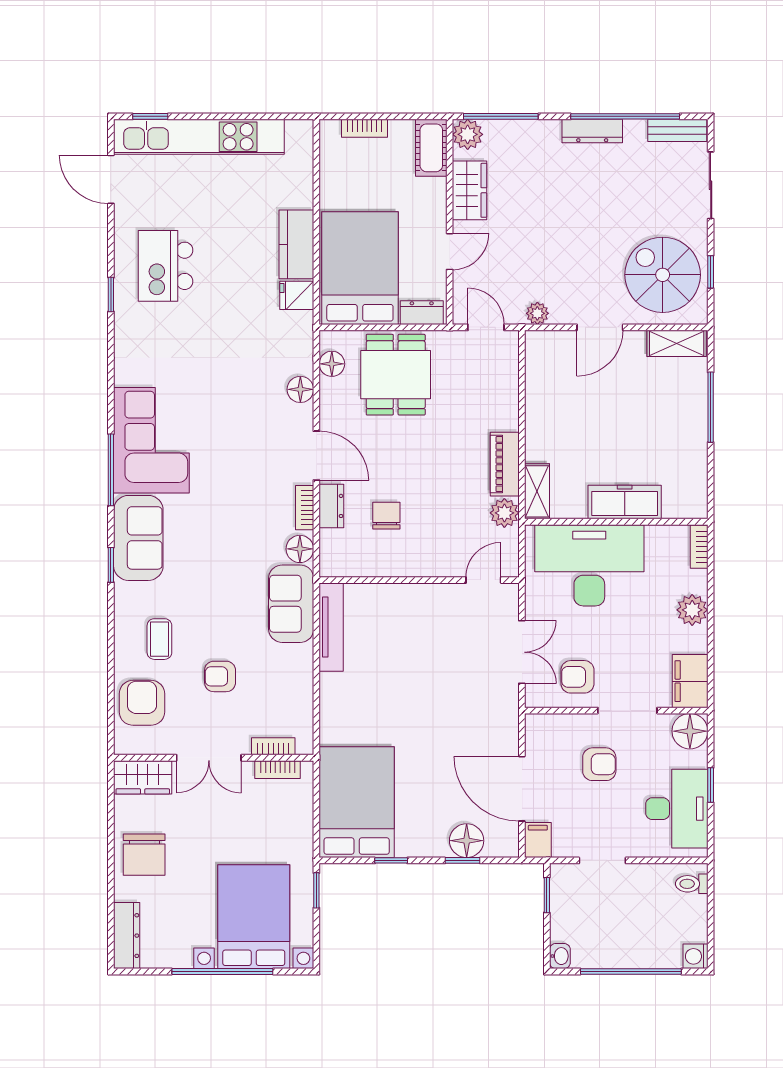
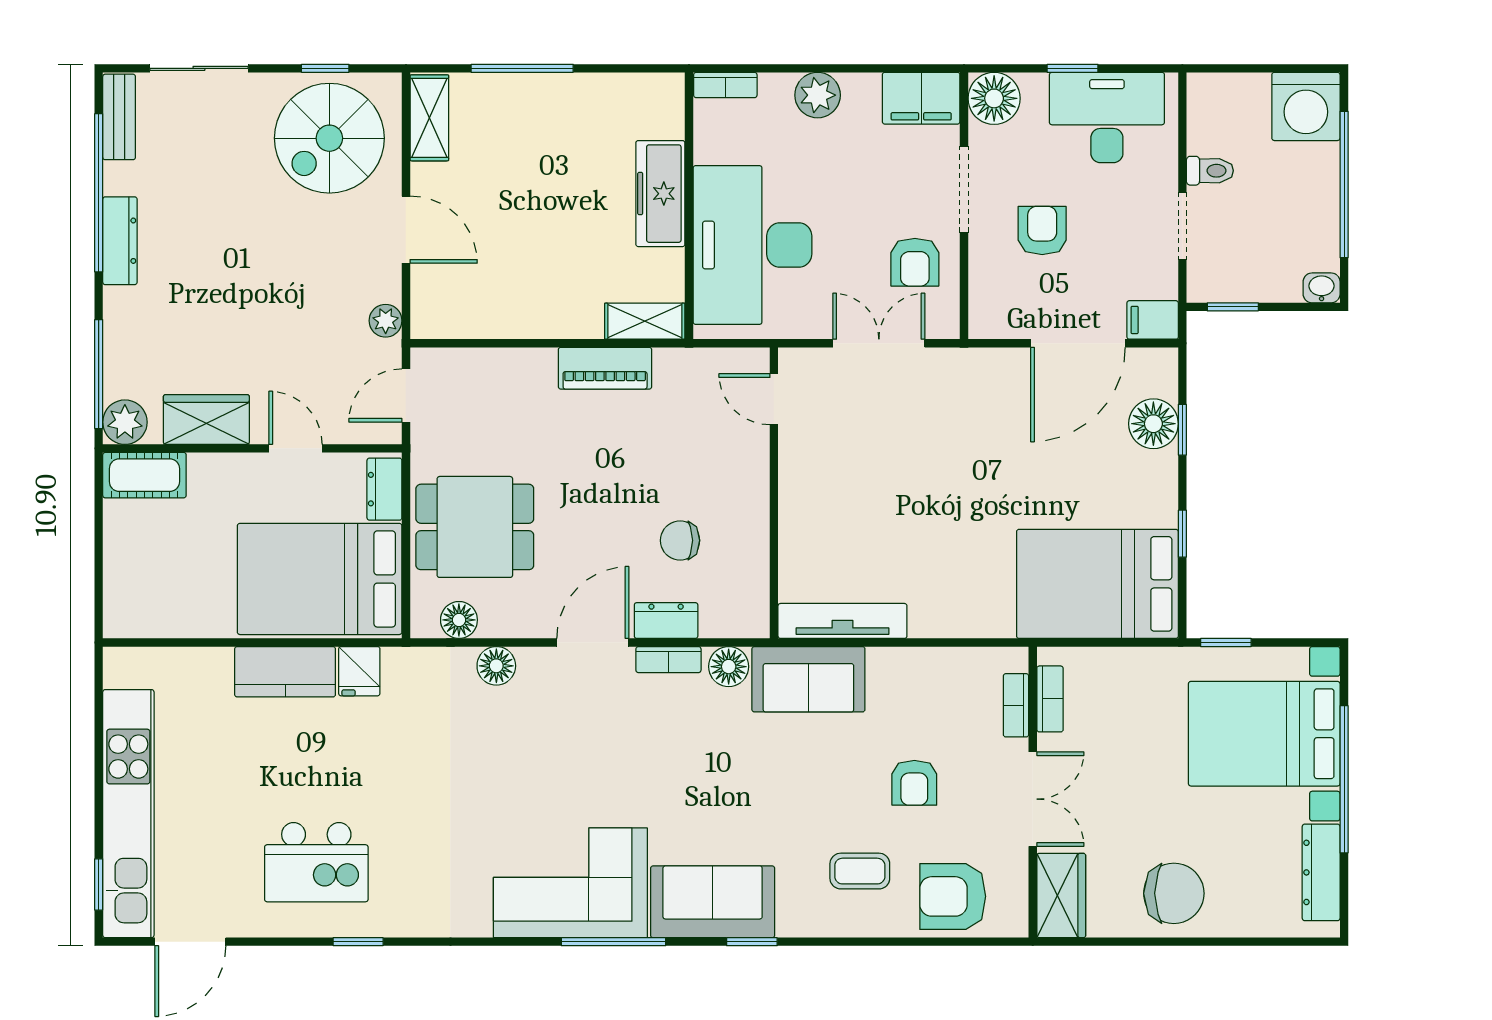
bookcase: (364, 128) -> (116, 572), removed
plant: (504, 513) -> (676, 369), removed
toilet: (692, 884) -> (1210, 171), moved, turned -90
dresser: (127, 936) -> (1321, 872), moved, turned -90
washing machine: (695, 956) -> (1306, 106), width x1.89, depth x1.89

